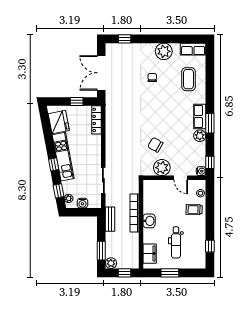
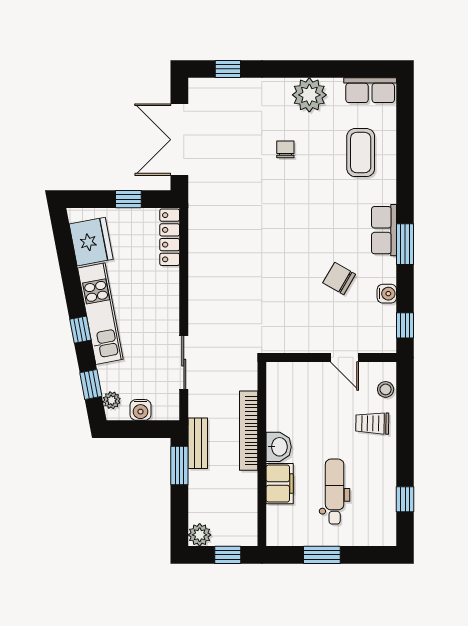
plant: (200, 136) -> (384, 270), removed
chair: (155, 145) -> (339, 278), moved
plant: (162, 168) -> (305, 336), removed
water cooler: (201, 171) -> (387, 294), moved
dental chair: (176, 242) -> (335, 492), turned 180
window: (101, 251) -> (179, 466), moved
filing cabinet: (150, 254) -> (280, 484), moved

